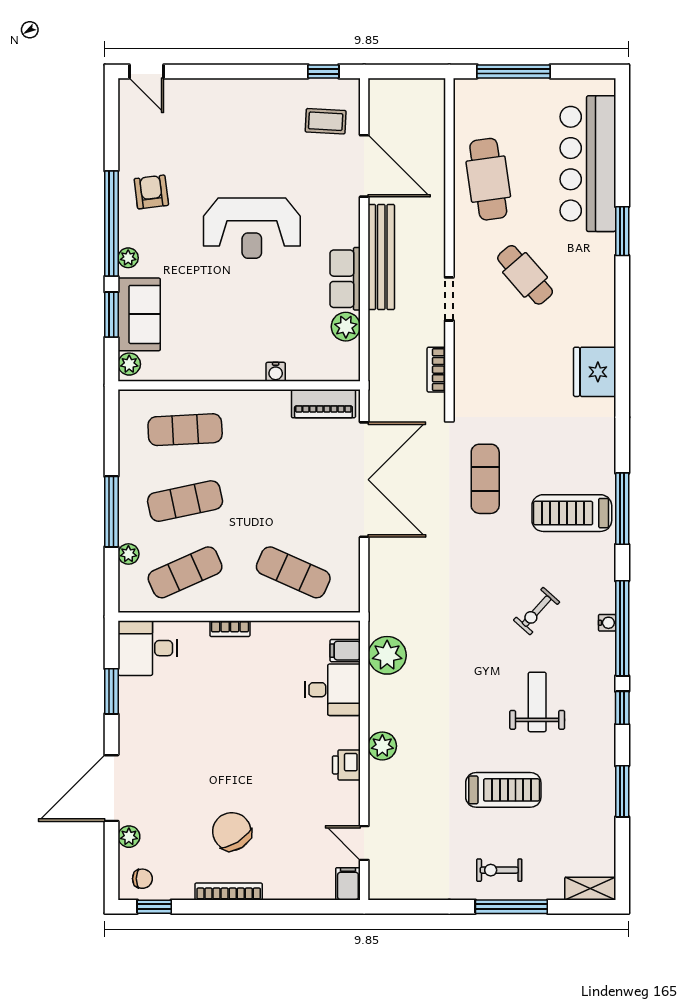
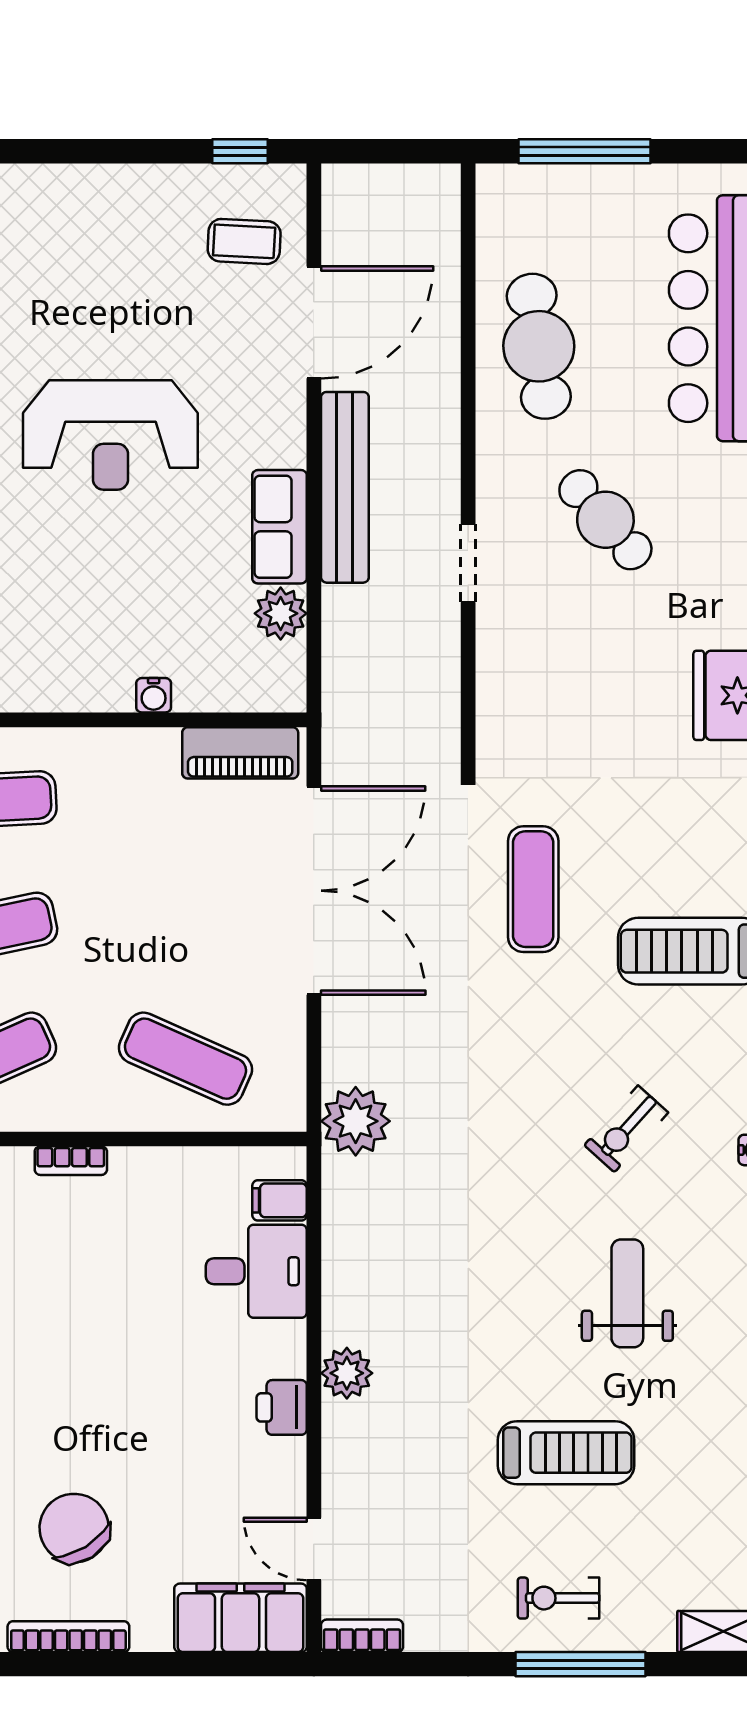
door: (364, 166) -> (314, 322), hinge flipped
bookcase: (436, 370) -> (362, 1636), moved, turned 90
plant: (387, 655) -> (356, 1121), moved
filing cabinet: (348, 884) -> (240, 1618), width x3.00, depth x1.17

